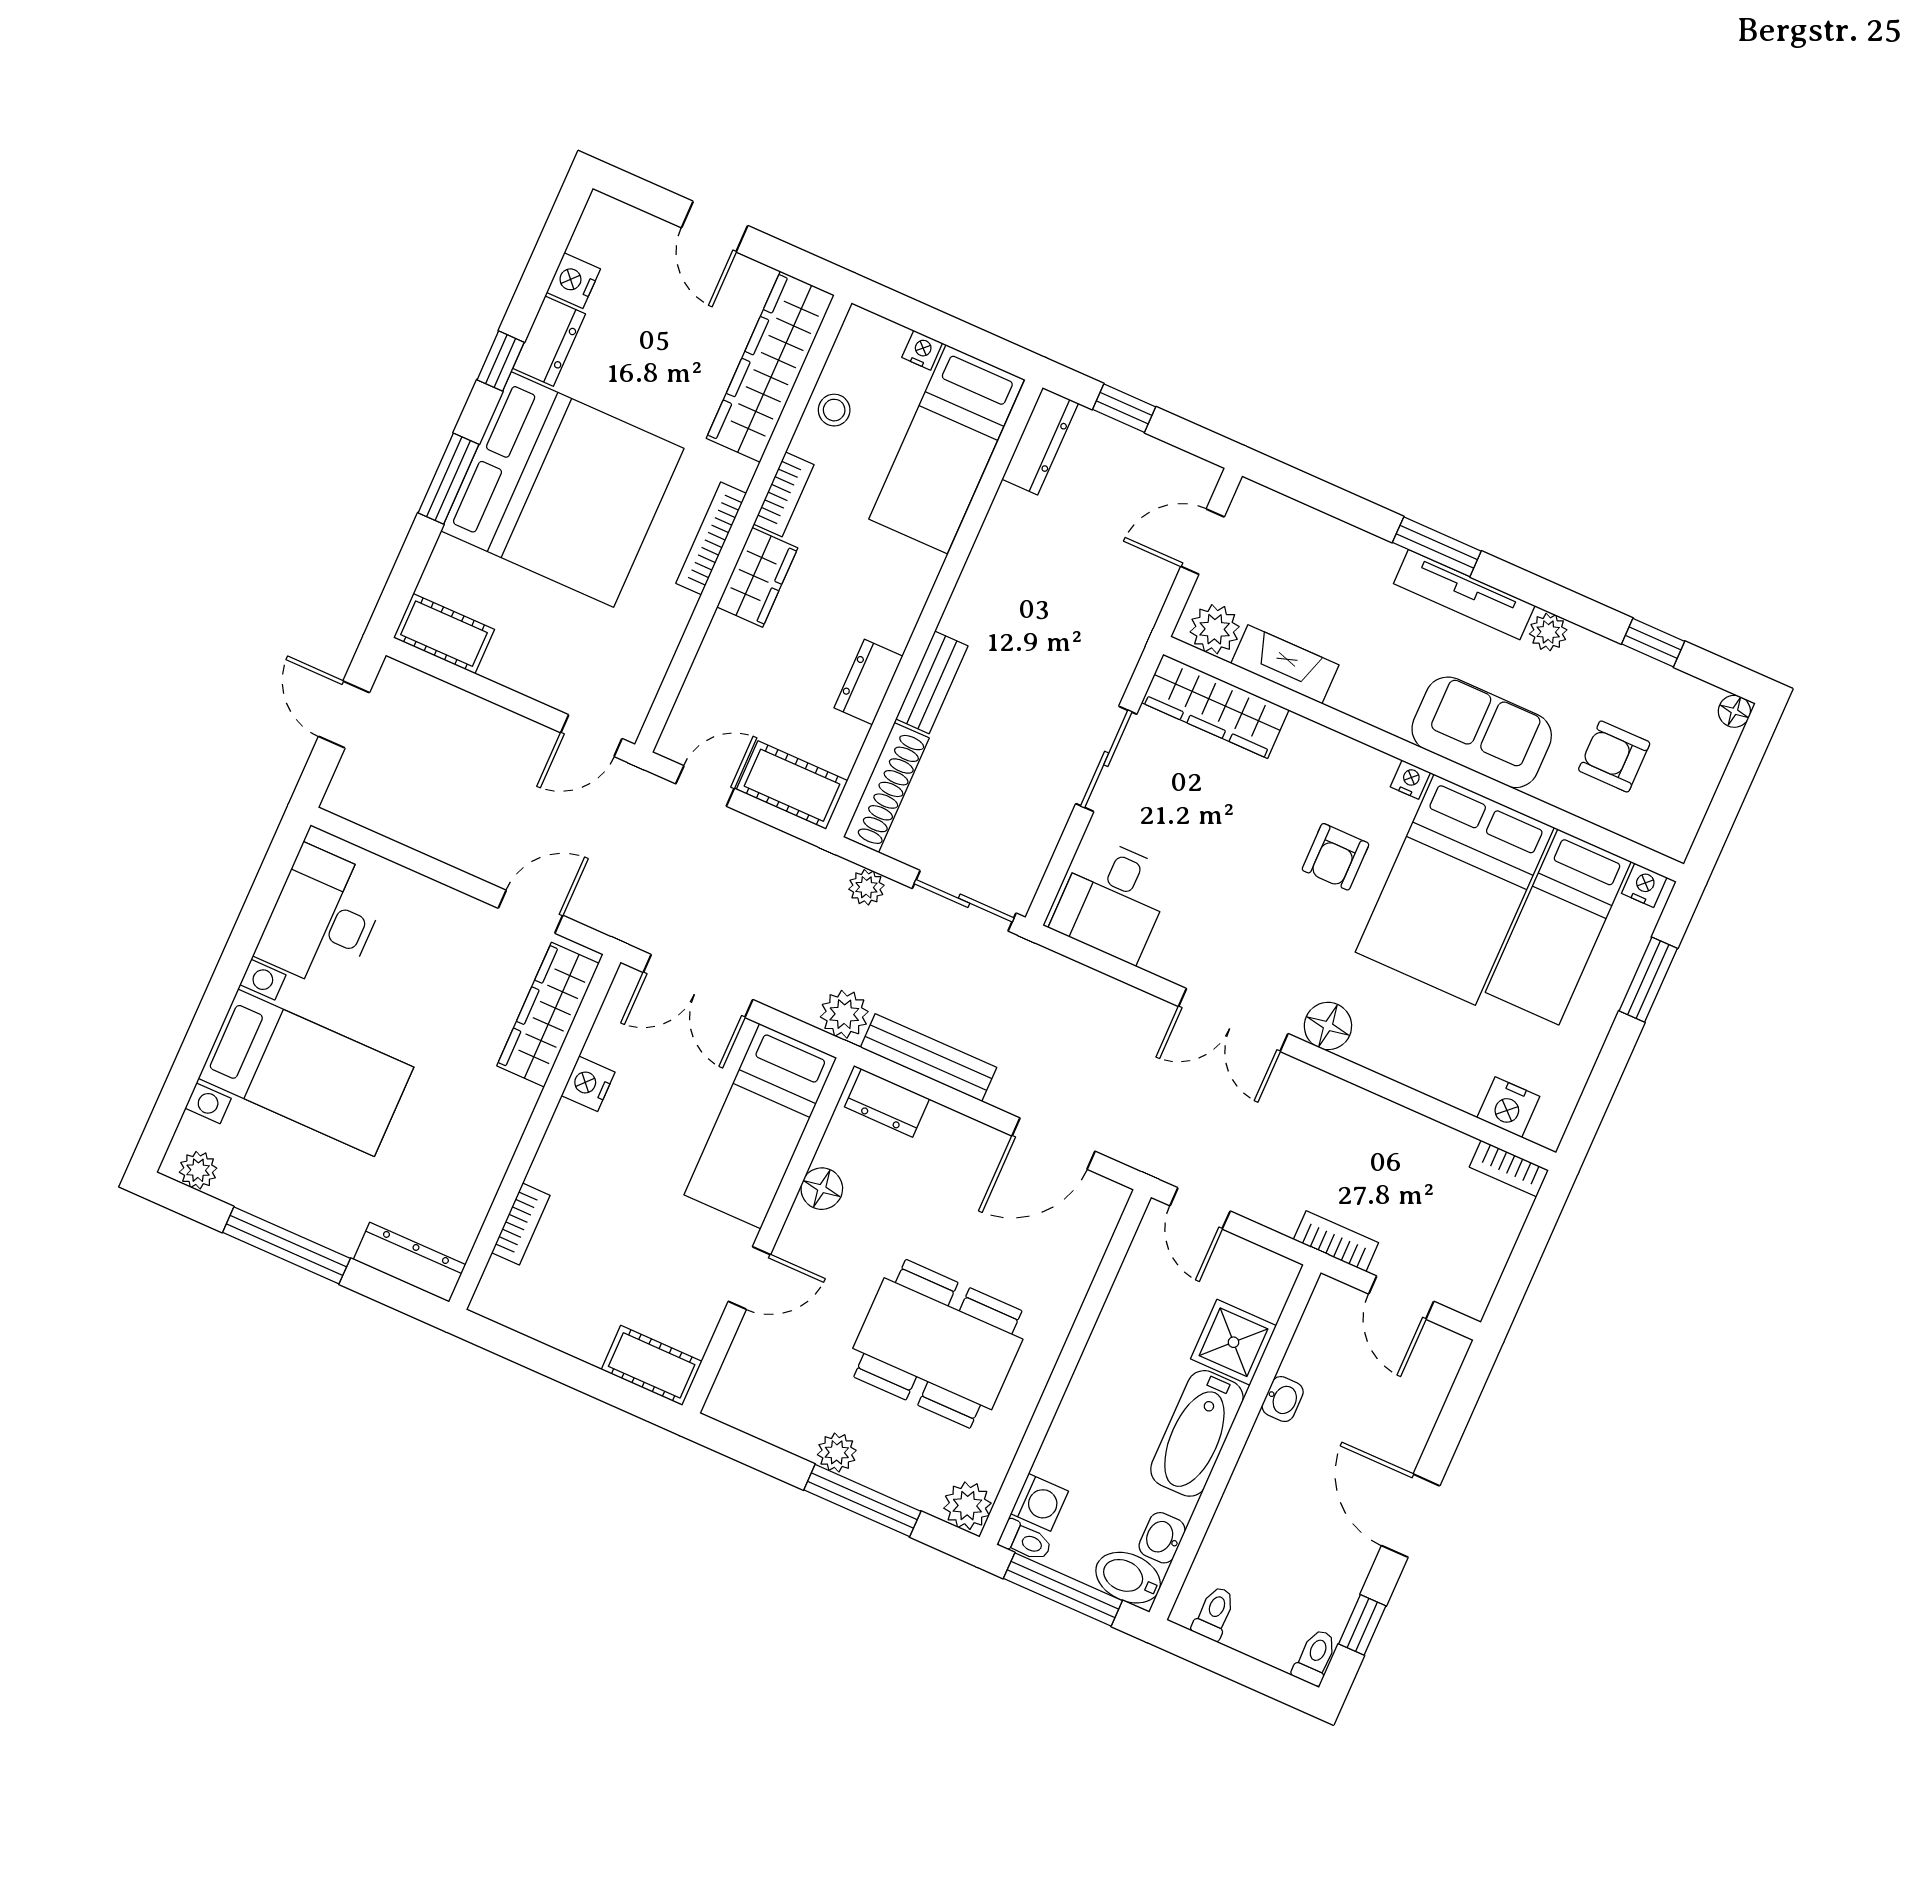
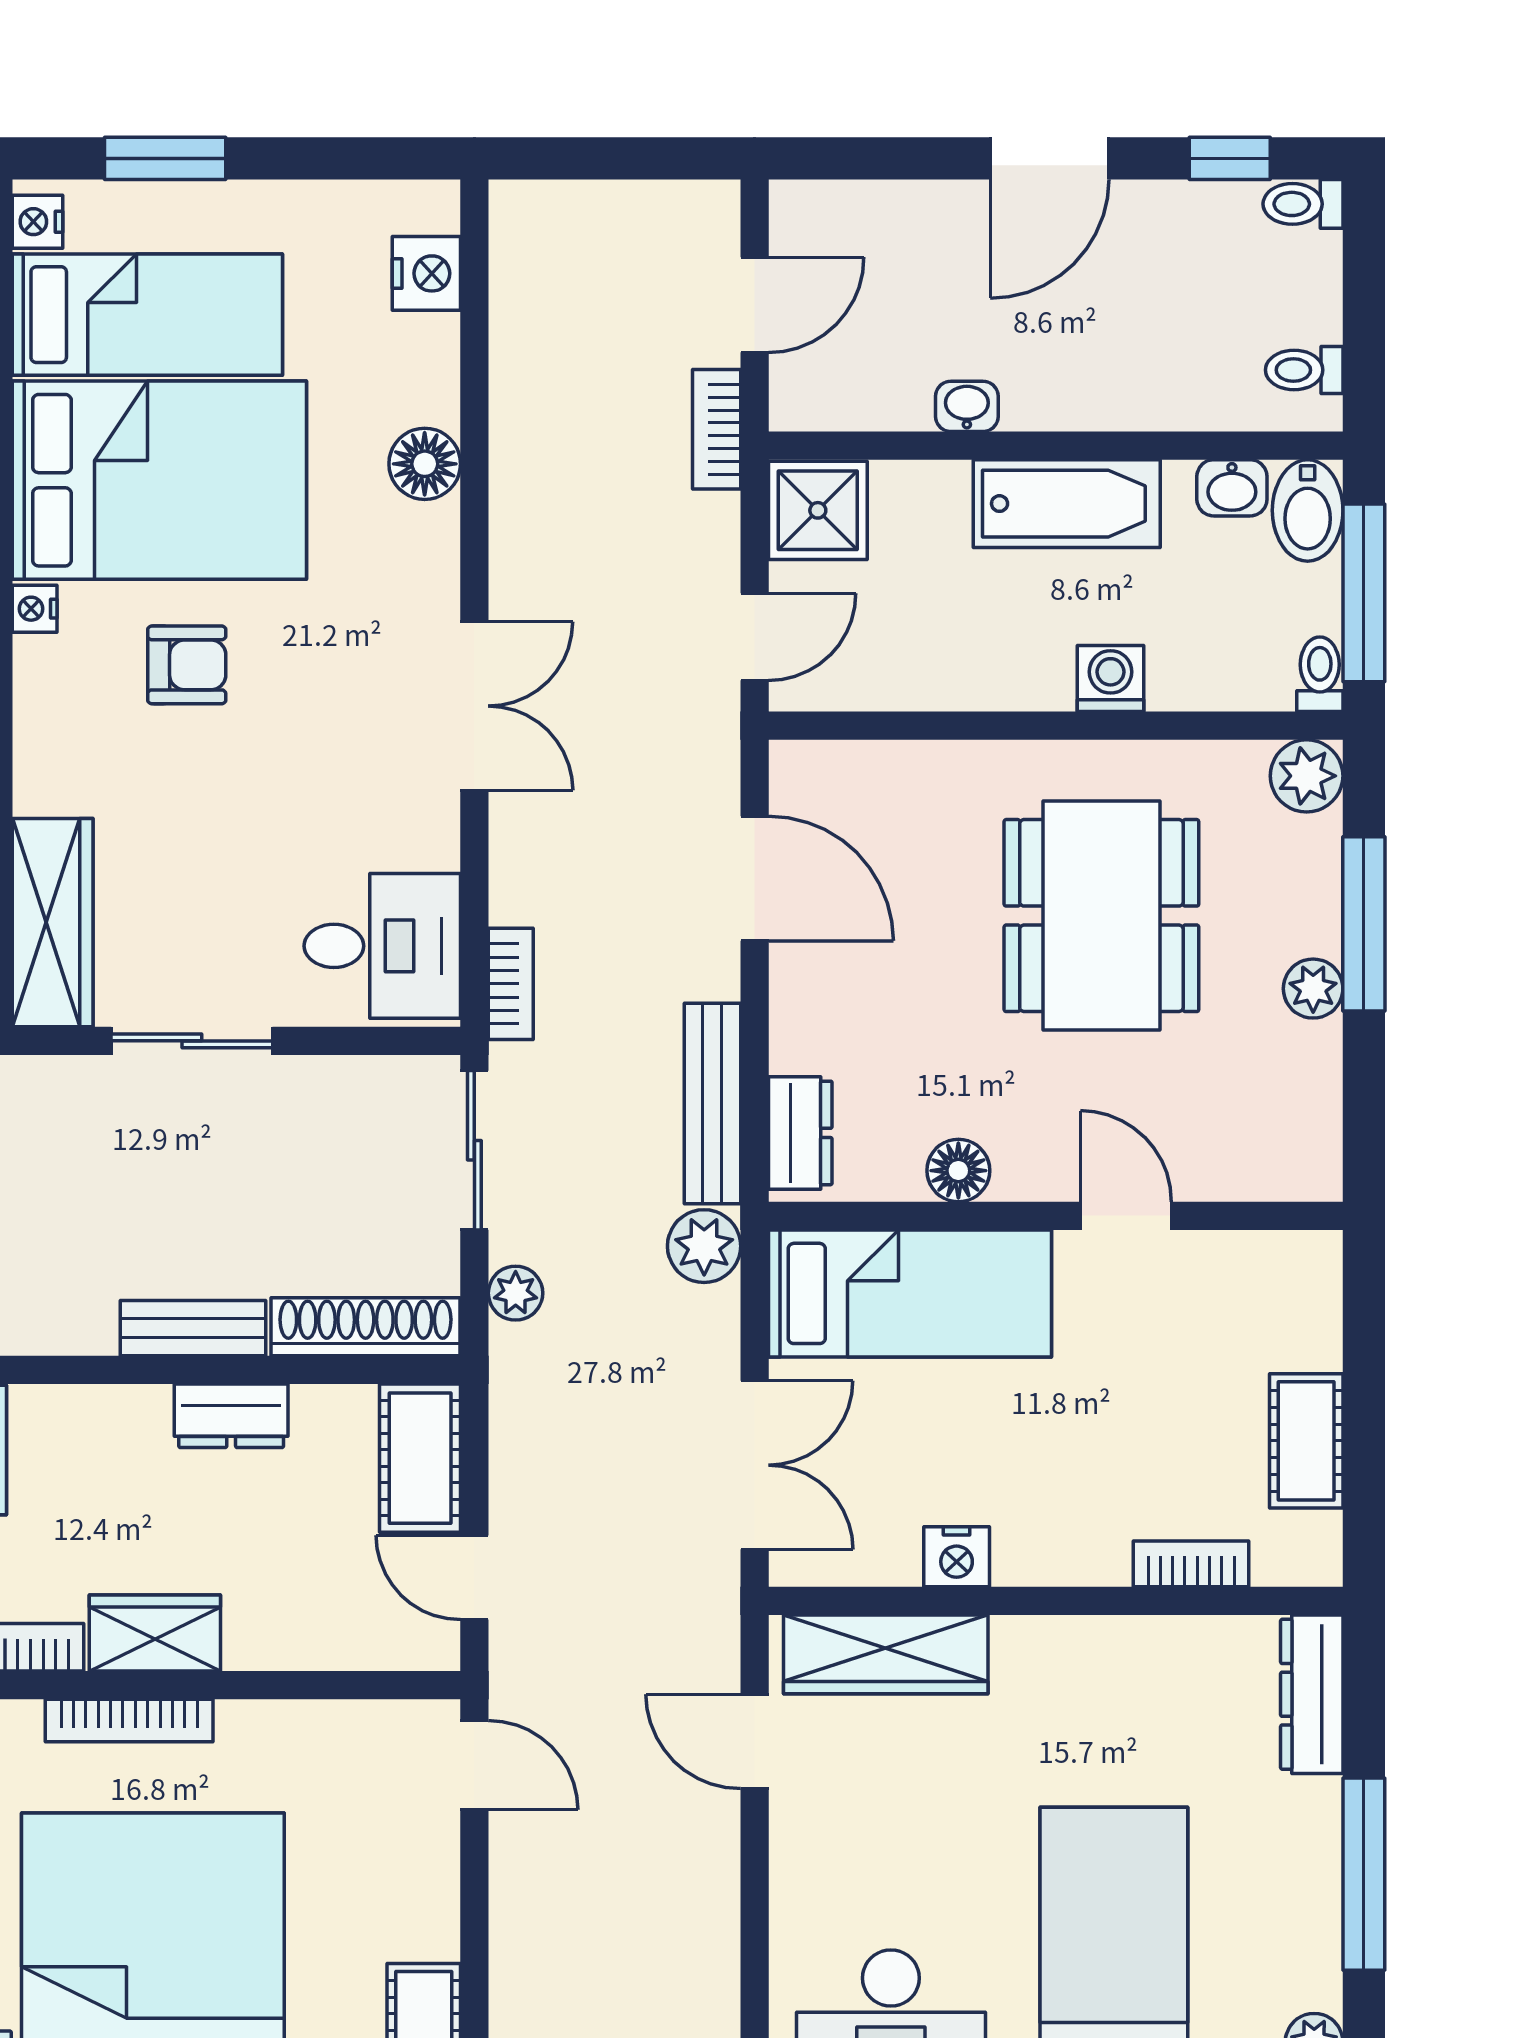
floor lamp: (1328, 1026) -> (425, 464), moved
bookcase: (1509, 1169) -> (511, 984), moved
shower: (1234, 1342) -> (818, 510), moved
cot: (652, 1365) -> (1306, 1441), moved
washing machine: (1040, 1502) -> (1111, 678), moved

